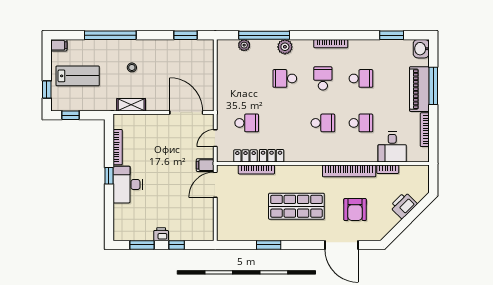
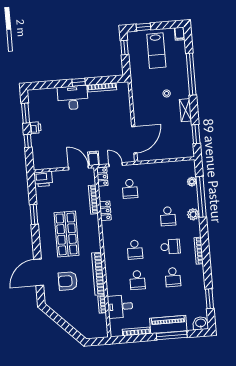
school desk: (285, 78) -> (168, 216), turned 180
shelving: (131, 105) -> (186, 110), moved
locker: (245, 156) -> (102, 177), moved
printer: (403, 205) -> (43, 179), moved, turned 135

